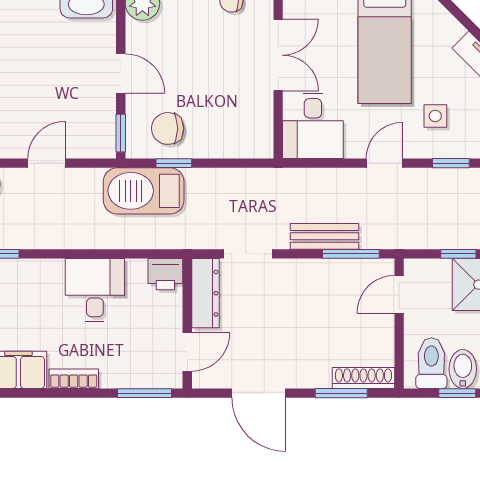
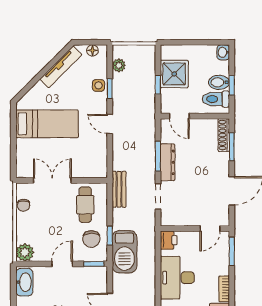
side table: (435, 116) -> (99, 85), moved
cafe table: (232, 117) -> (85, 205), added
desk: (313, 126) -> (90, 162), removed
bench: (324, 236) -> (119, 189), moved
window: (351, 254) -> (158, 156), moved
desk: (95, 290) -> (177, 278), width x1.37
dresser: (205, 293) -> (168, 162), moved, turned 90
door: (187, 352) -> (210, 229), swing flipped

